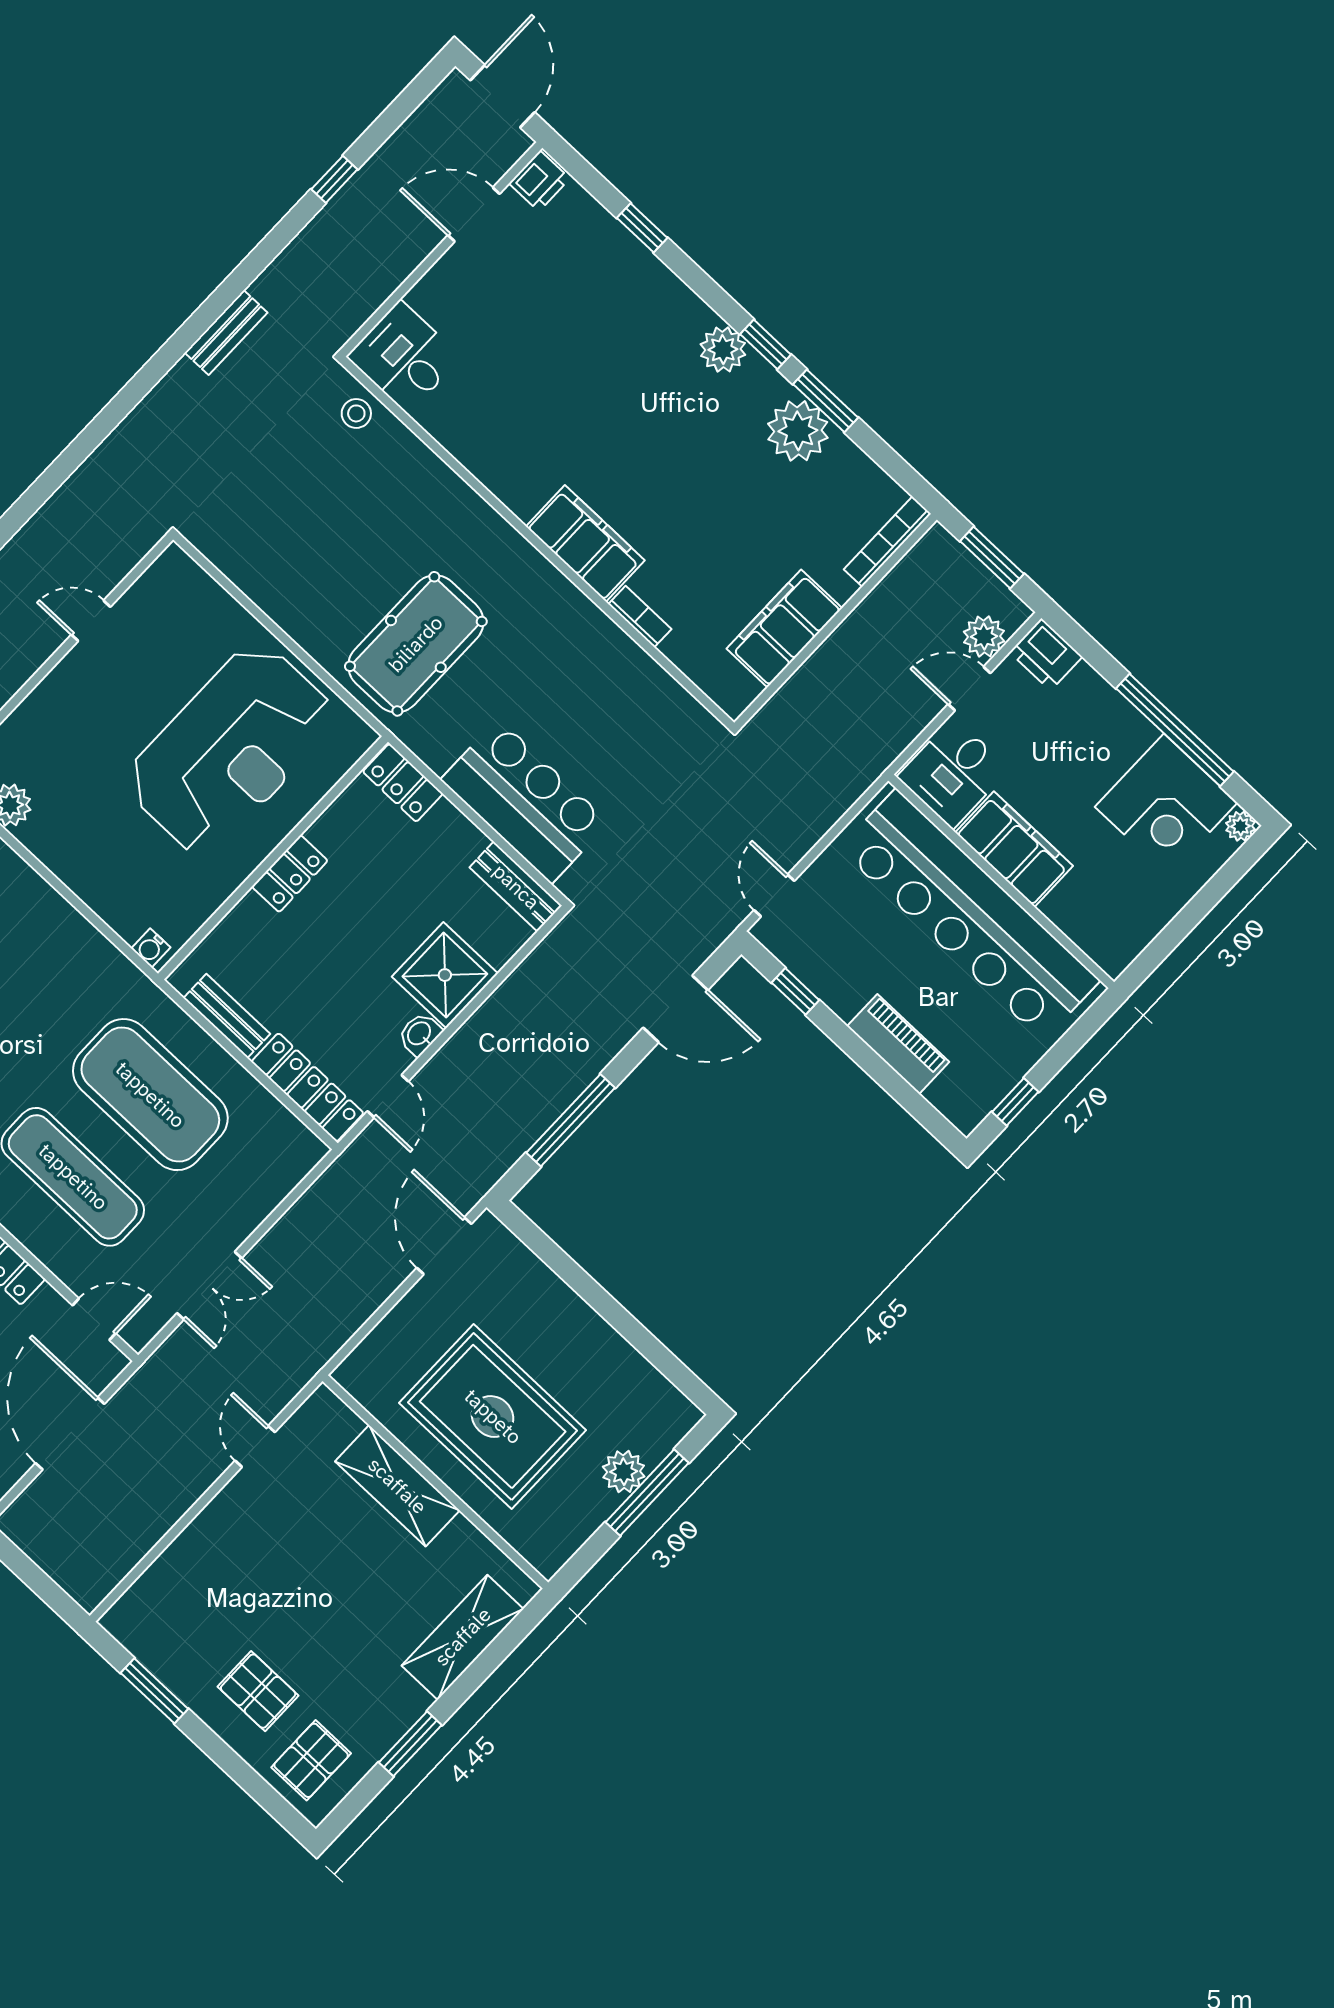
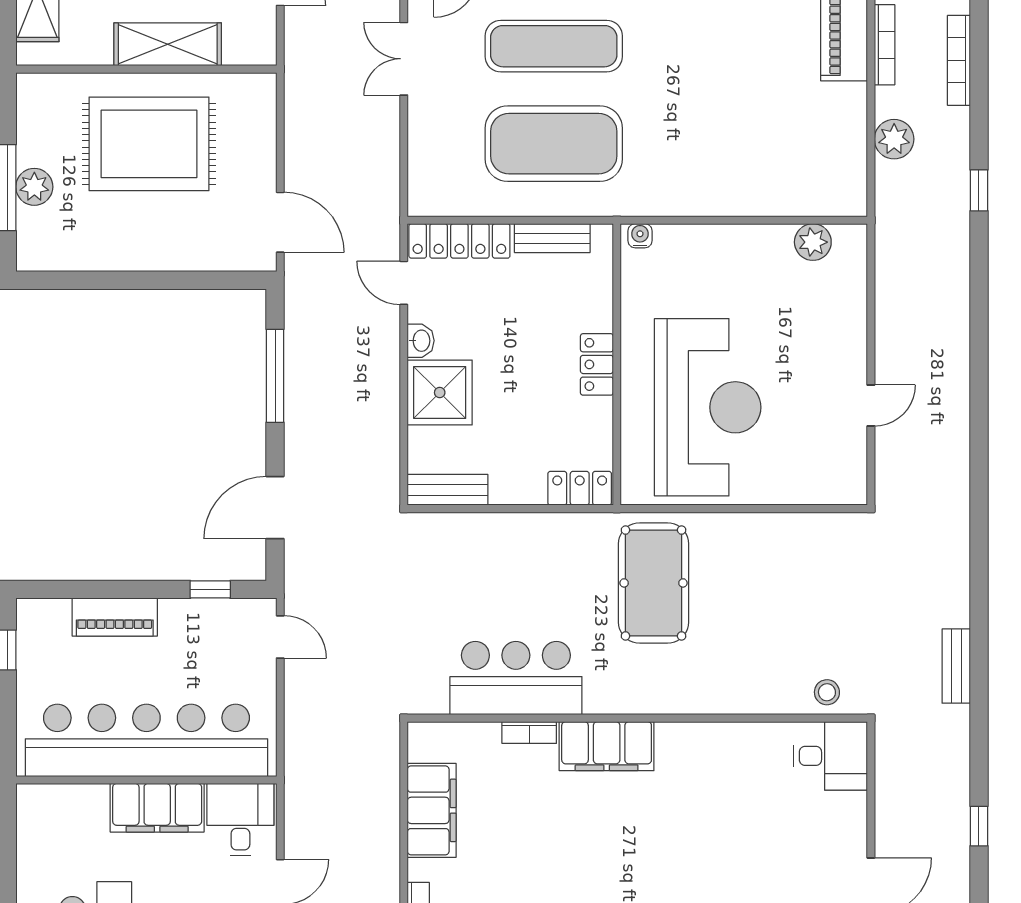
reception desk: (230, 749) -> (708, 407), turned 180
bar counter: (525, 801) -> (516, 678), moved, turned 180

